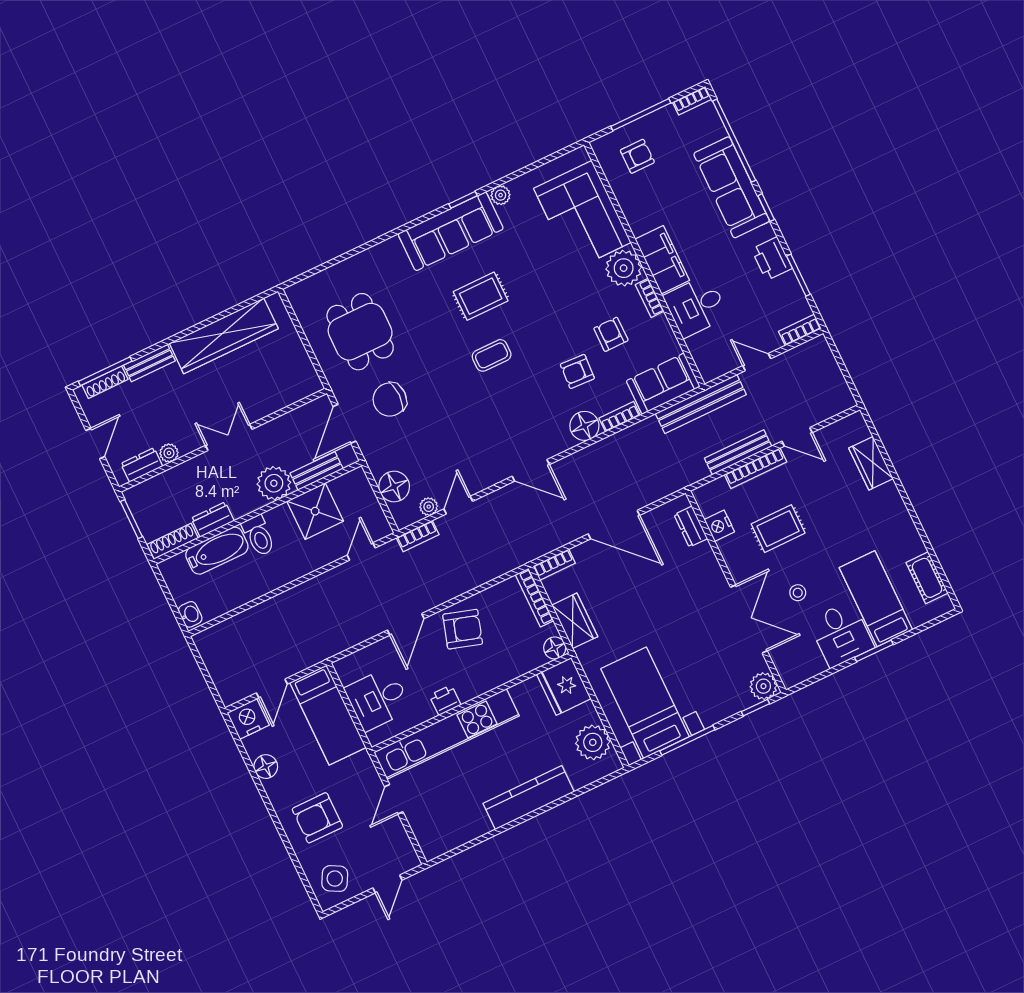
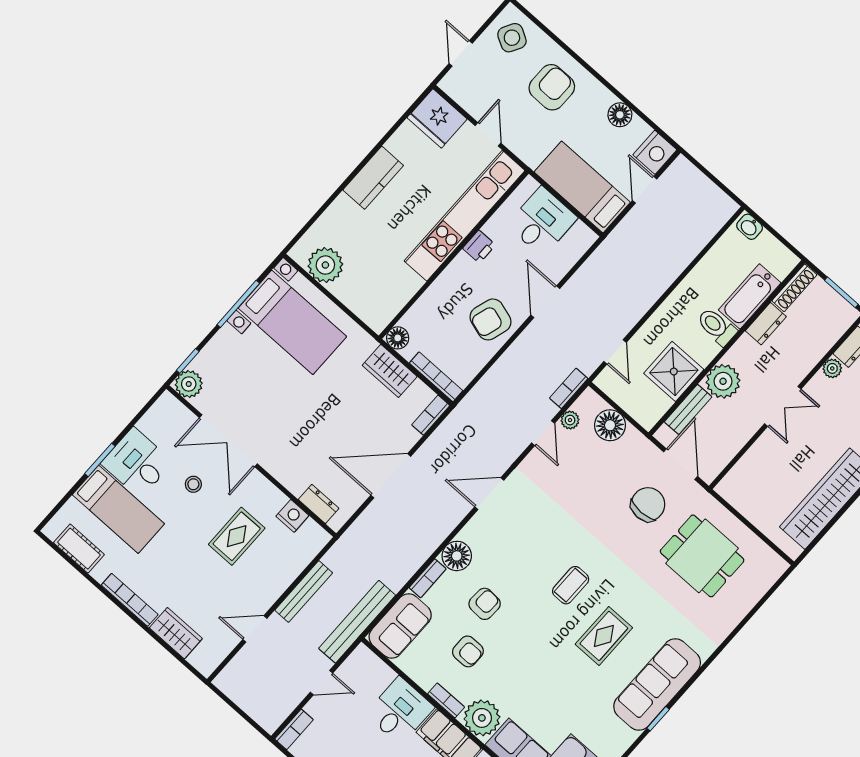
plant: (501, 195) -> (625, 738), removed
bookcase: (755, 468) -> (130, 600), moved, turned 90
fridge: (564, 686) -> (437, 118), moved, turned 180
kitchen counter: (529, 798) -> (373, 178), width x0.67

